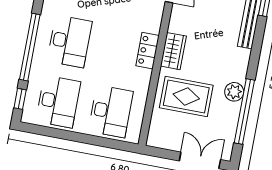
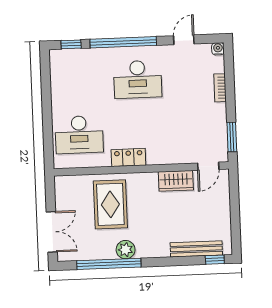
locker: (148, 51) -> (128, 157), moved
wardrobe: (173, 51) -> (176, 181), moved
desk: (58, 101) -> (77, 82), removed

